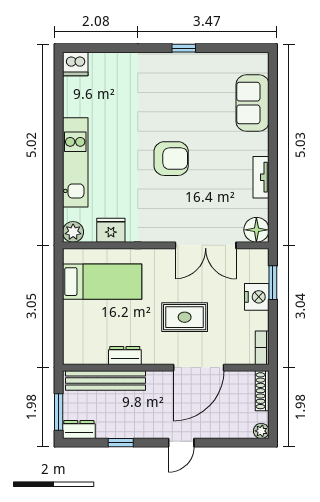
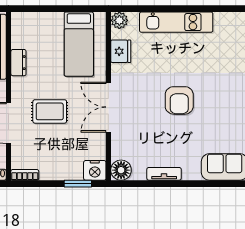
double door: (206, 245) -> (108, 107), moved
nightstand: (257, 297) -> (95, 170), moved
rug: (185, 317) -> (50, 111), turned 90

